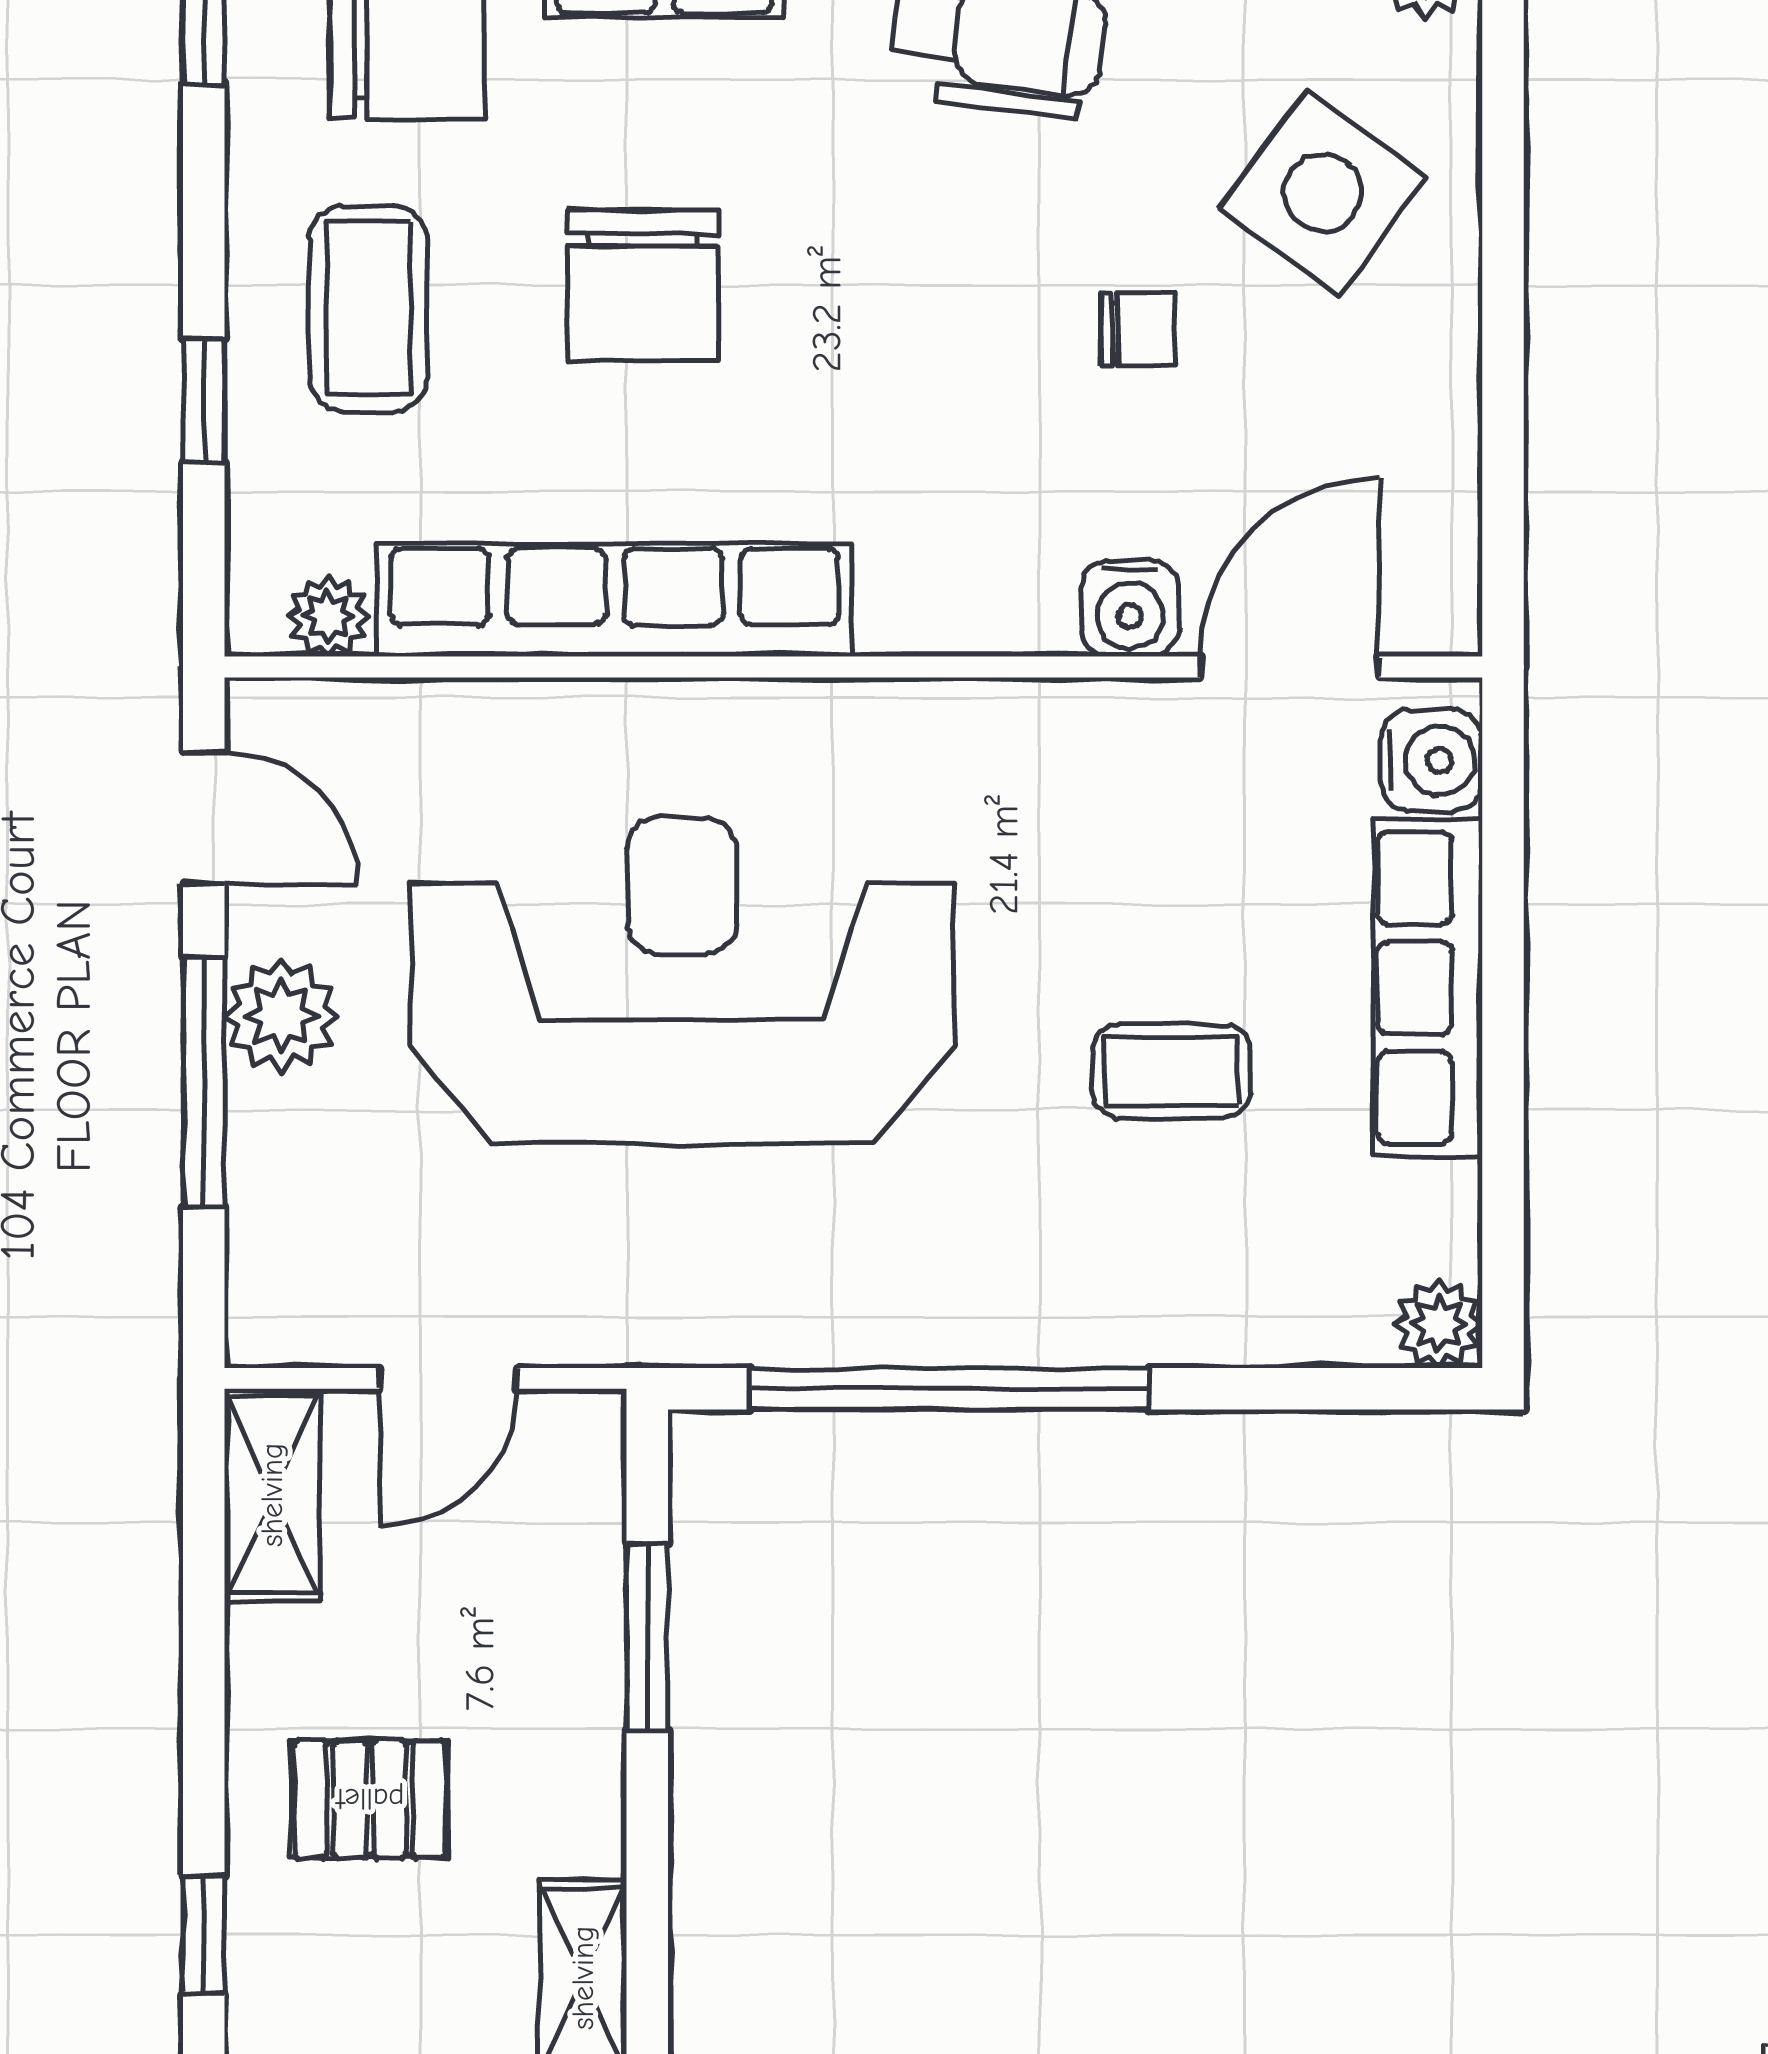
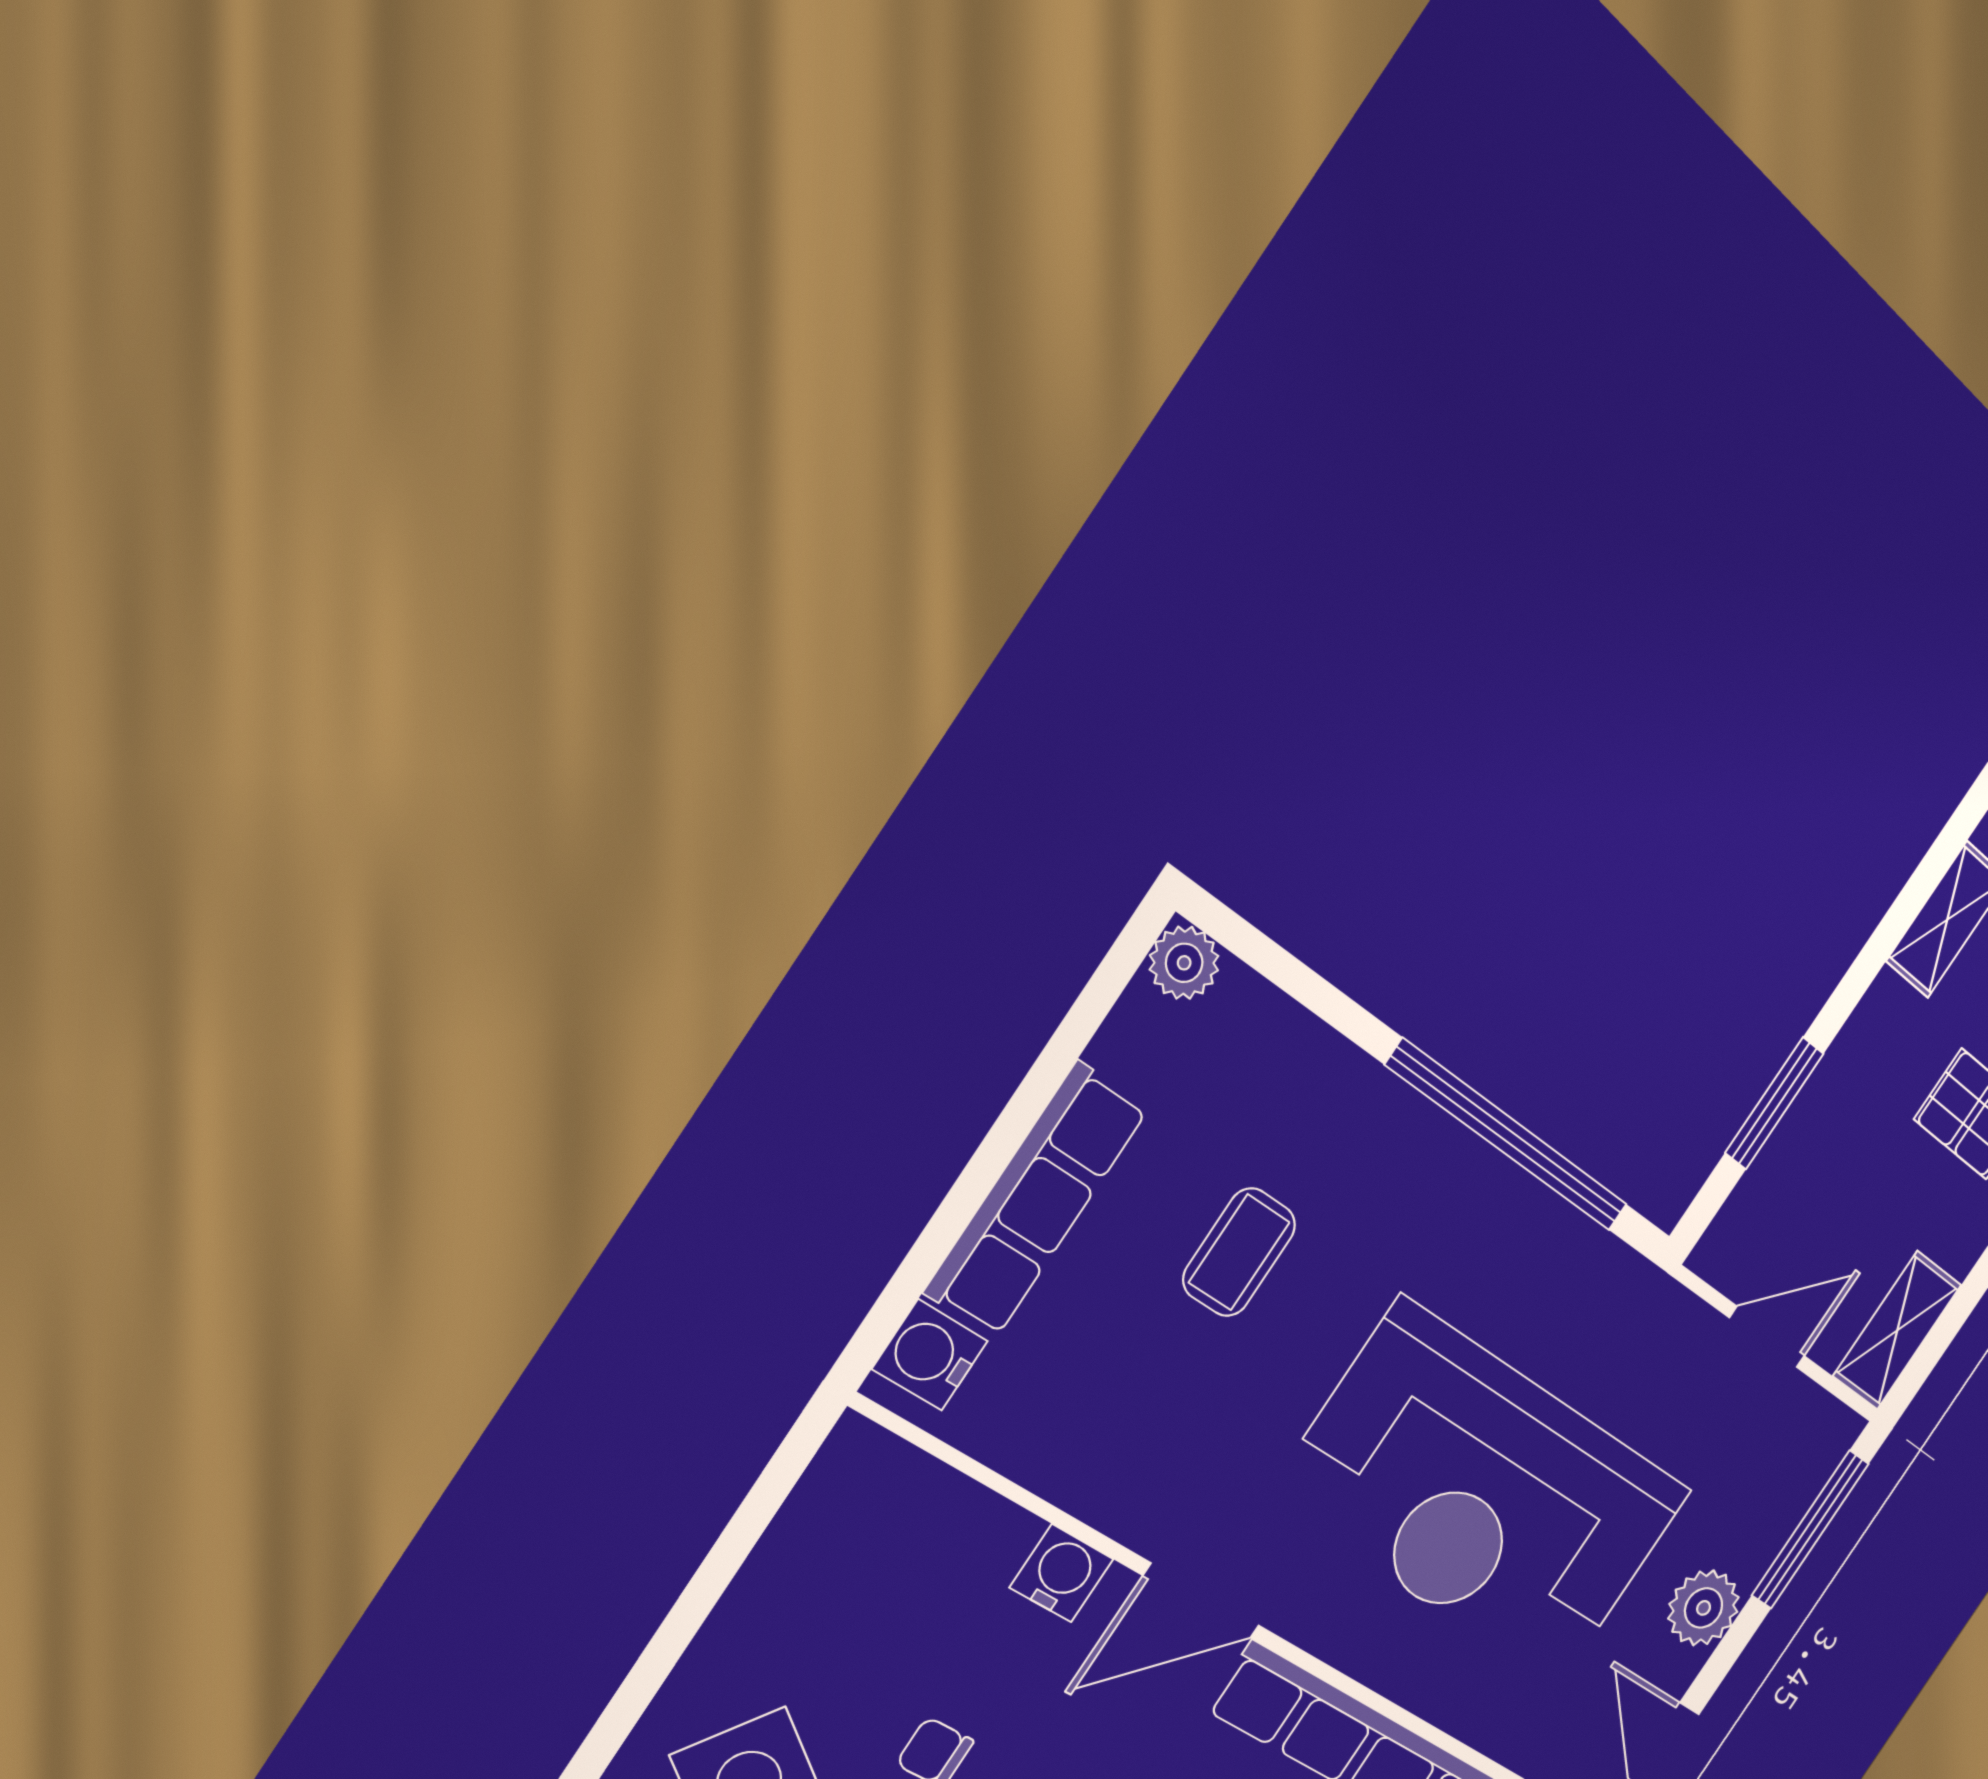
door: (1290, 667) -> (1202, 1601), moved
coffee table: (1171, 1071) -> (1239, 1252), turned 90
window: (204, 1082) -> (1810, 1530), moved

